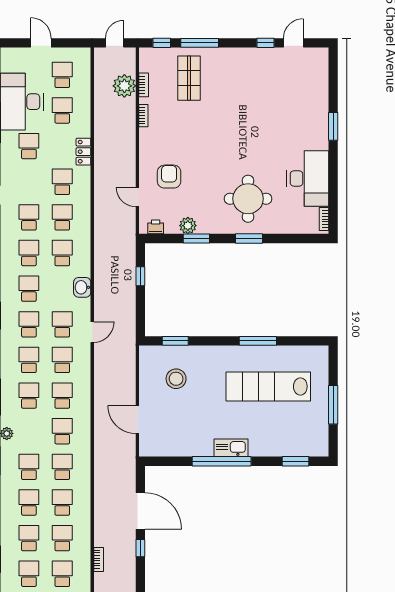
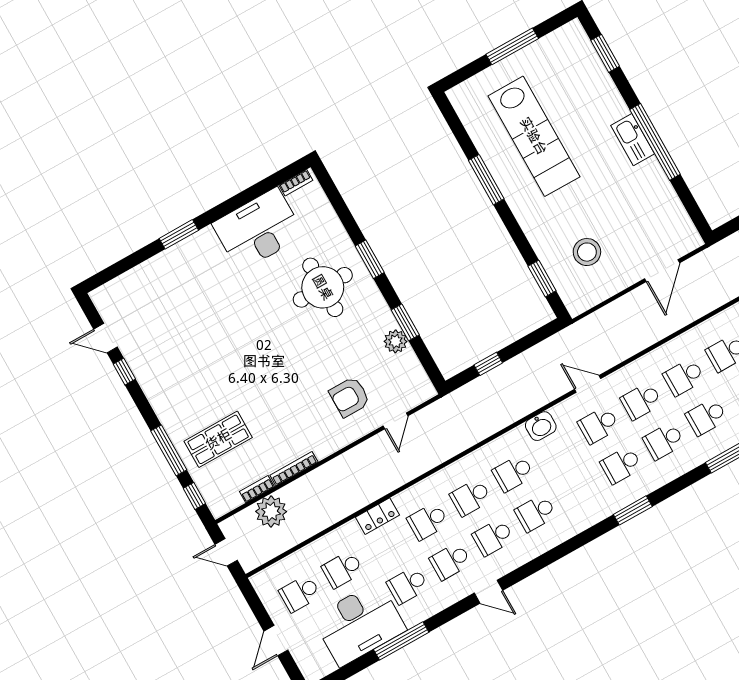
bookcase: (143, 116) -> (294, 469), width x1.56
printer: (156, 227) -> (419, 379), removed
school desk: (29, 289) -> (450, 561), moved

